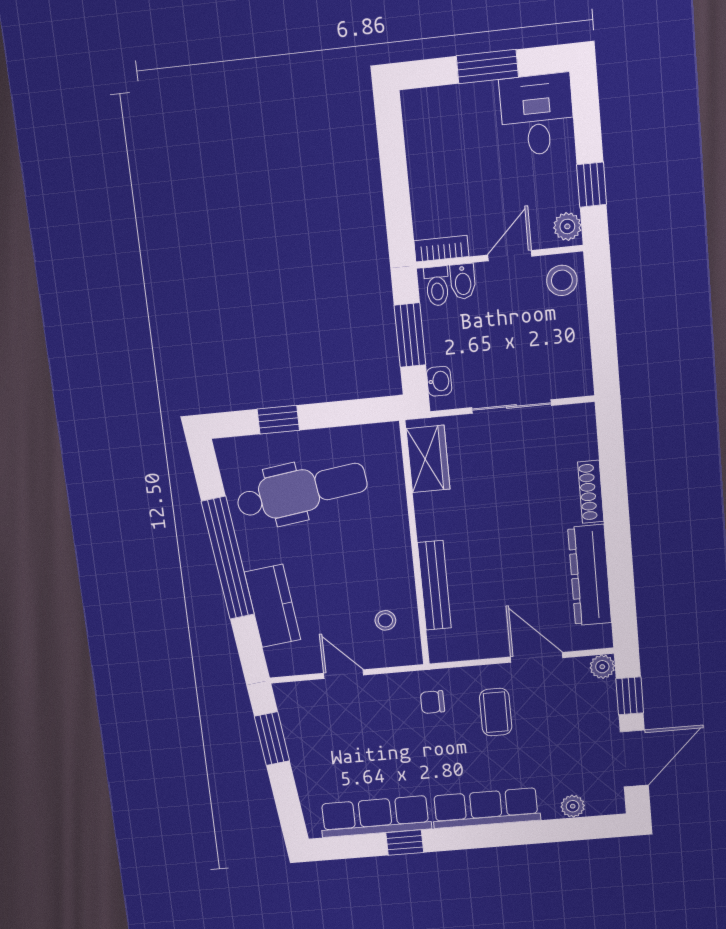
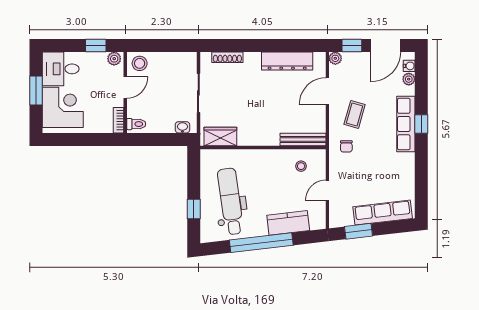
corner desk: (457, 128) -> (63, 107), added
door: (510, 256) -> (125, 87), swing flipped
bidet: (463, 281) -> (135, 111), removed
window: (410, 335) -> (158, 140), removed
shoe rack: (591, 492) -> (227, 57), moved
bench: (434, 585) -> (303, 139), moved
coffee table: (496, 712) -> (355, 114), turned -74
door: (634, 759) -> (386, 46), swing flipped
water cooler: (598, 805) -> (409, 66), added
row of seats: (375, 816) -> (383, 213), moved, turned 83
window: (405, 843) -> (421, 124), moved

